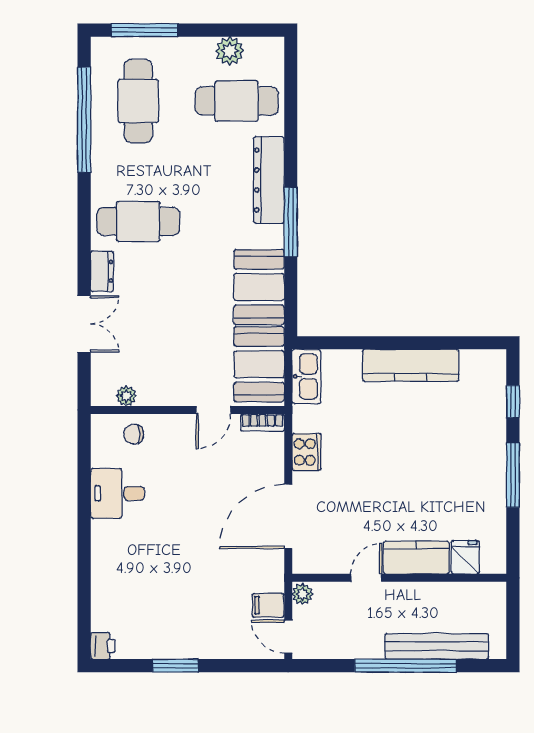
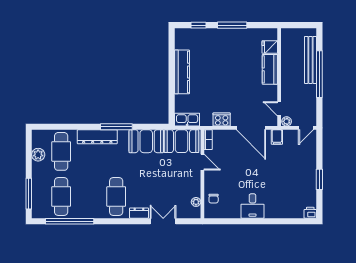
cafe table: (138, 101) -> (61, 196), turned 90
desk: (117, 493) -> (252, 206), moved
door: (366, 578) -> (279, 109), moved
filing cabinet: (268, 605) -> (277, 137), moved

